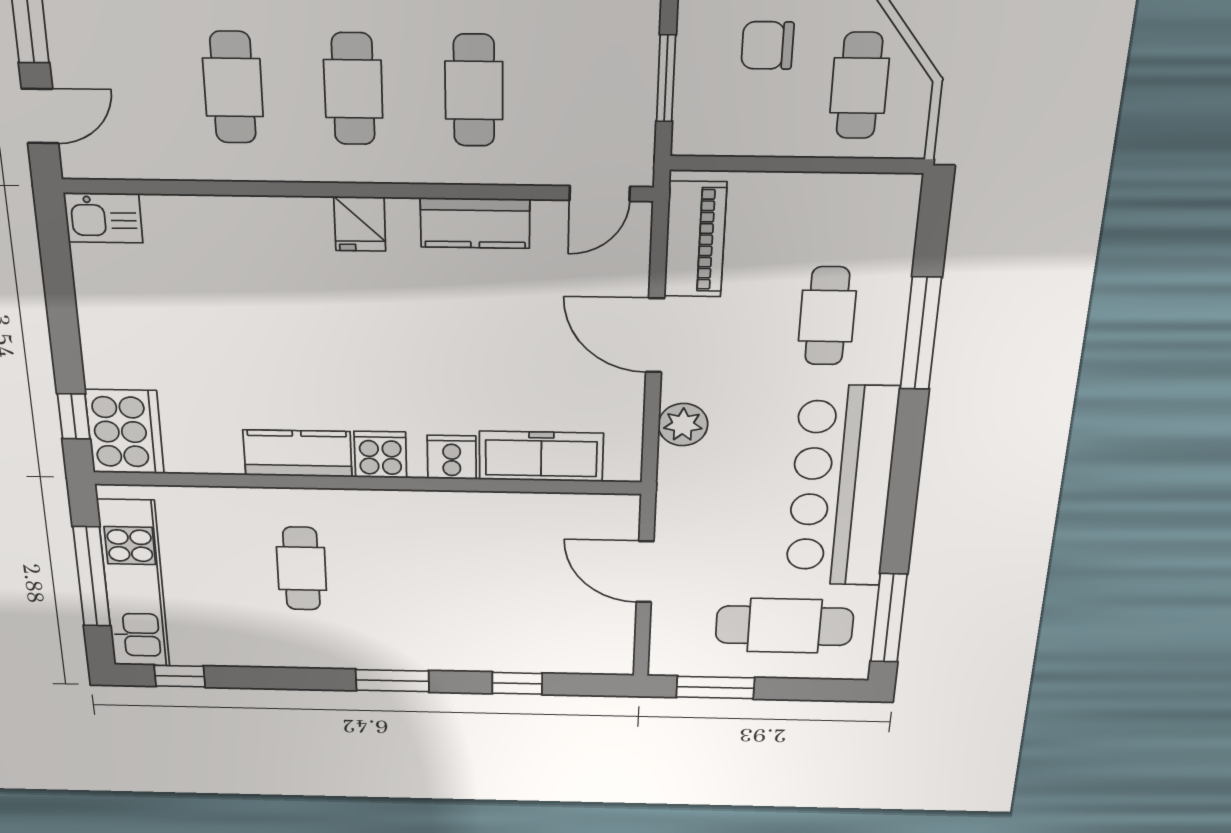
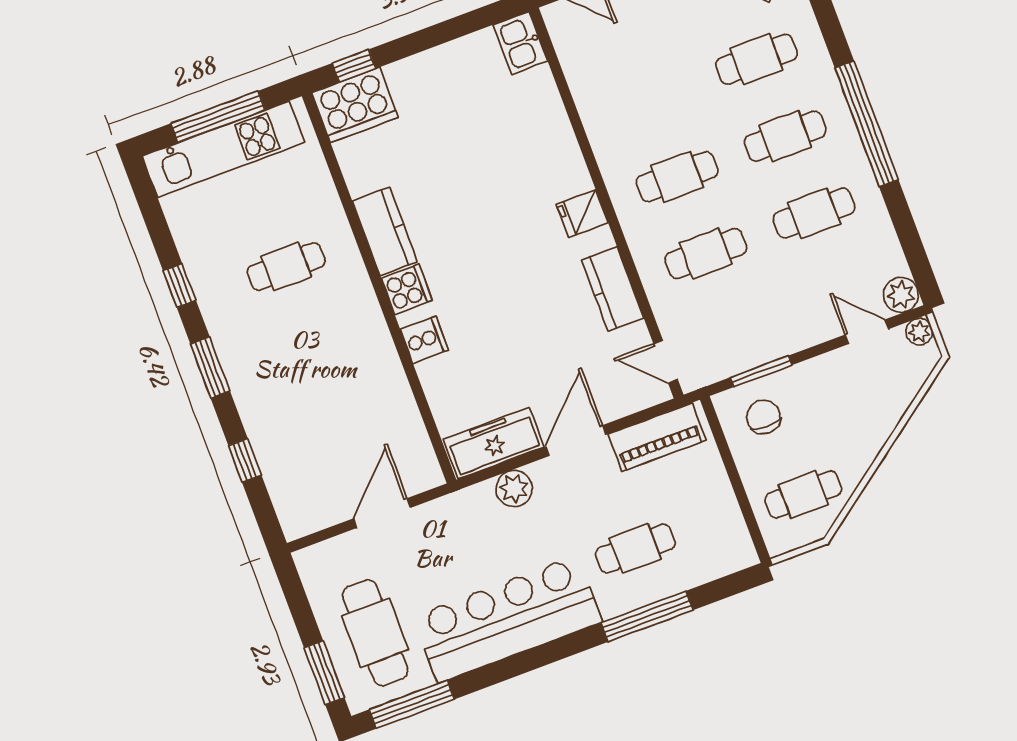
chair: (767, 45) -> (763, 417), moved
cafe table: (233, 88) -> (648, 100), removed
freezer: (541, 456) -> (494, 443), moved, turned -90
window: (180, 676) -> (179, 286), moved
window: (715, 688) -> (324, 673), moved

